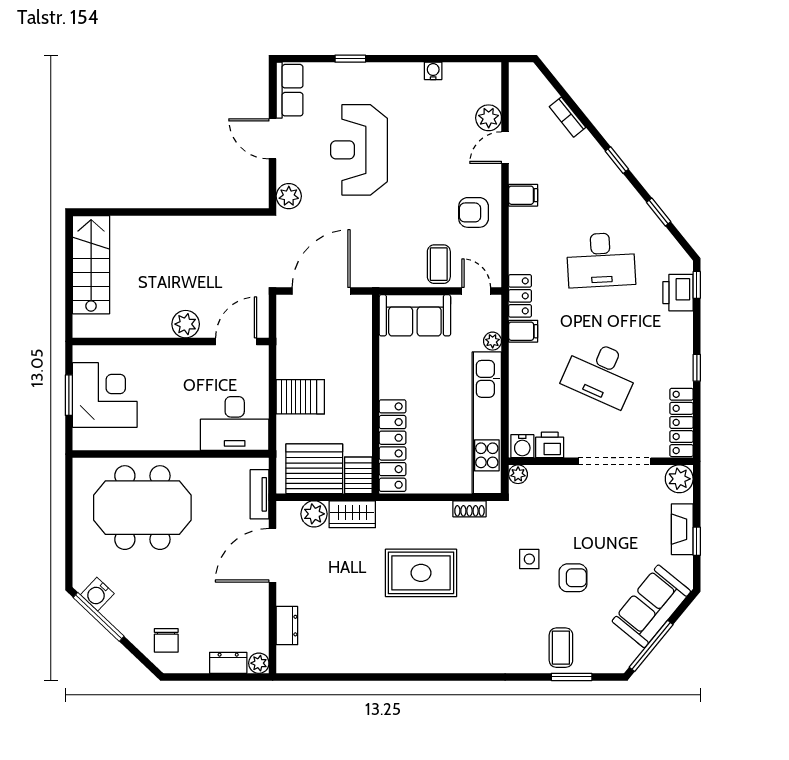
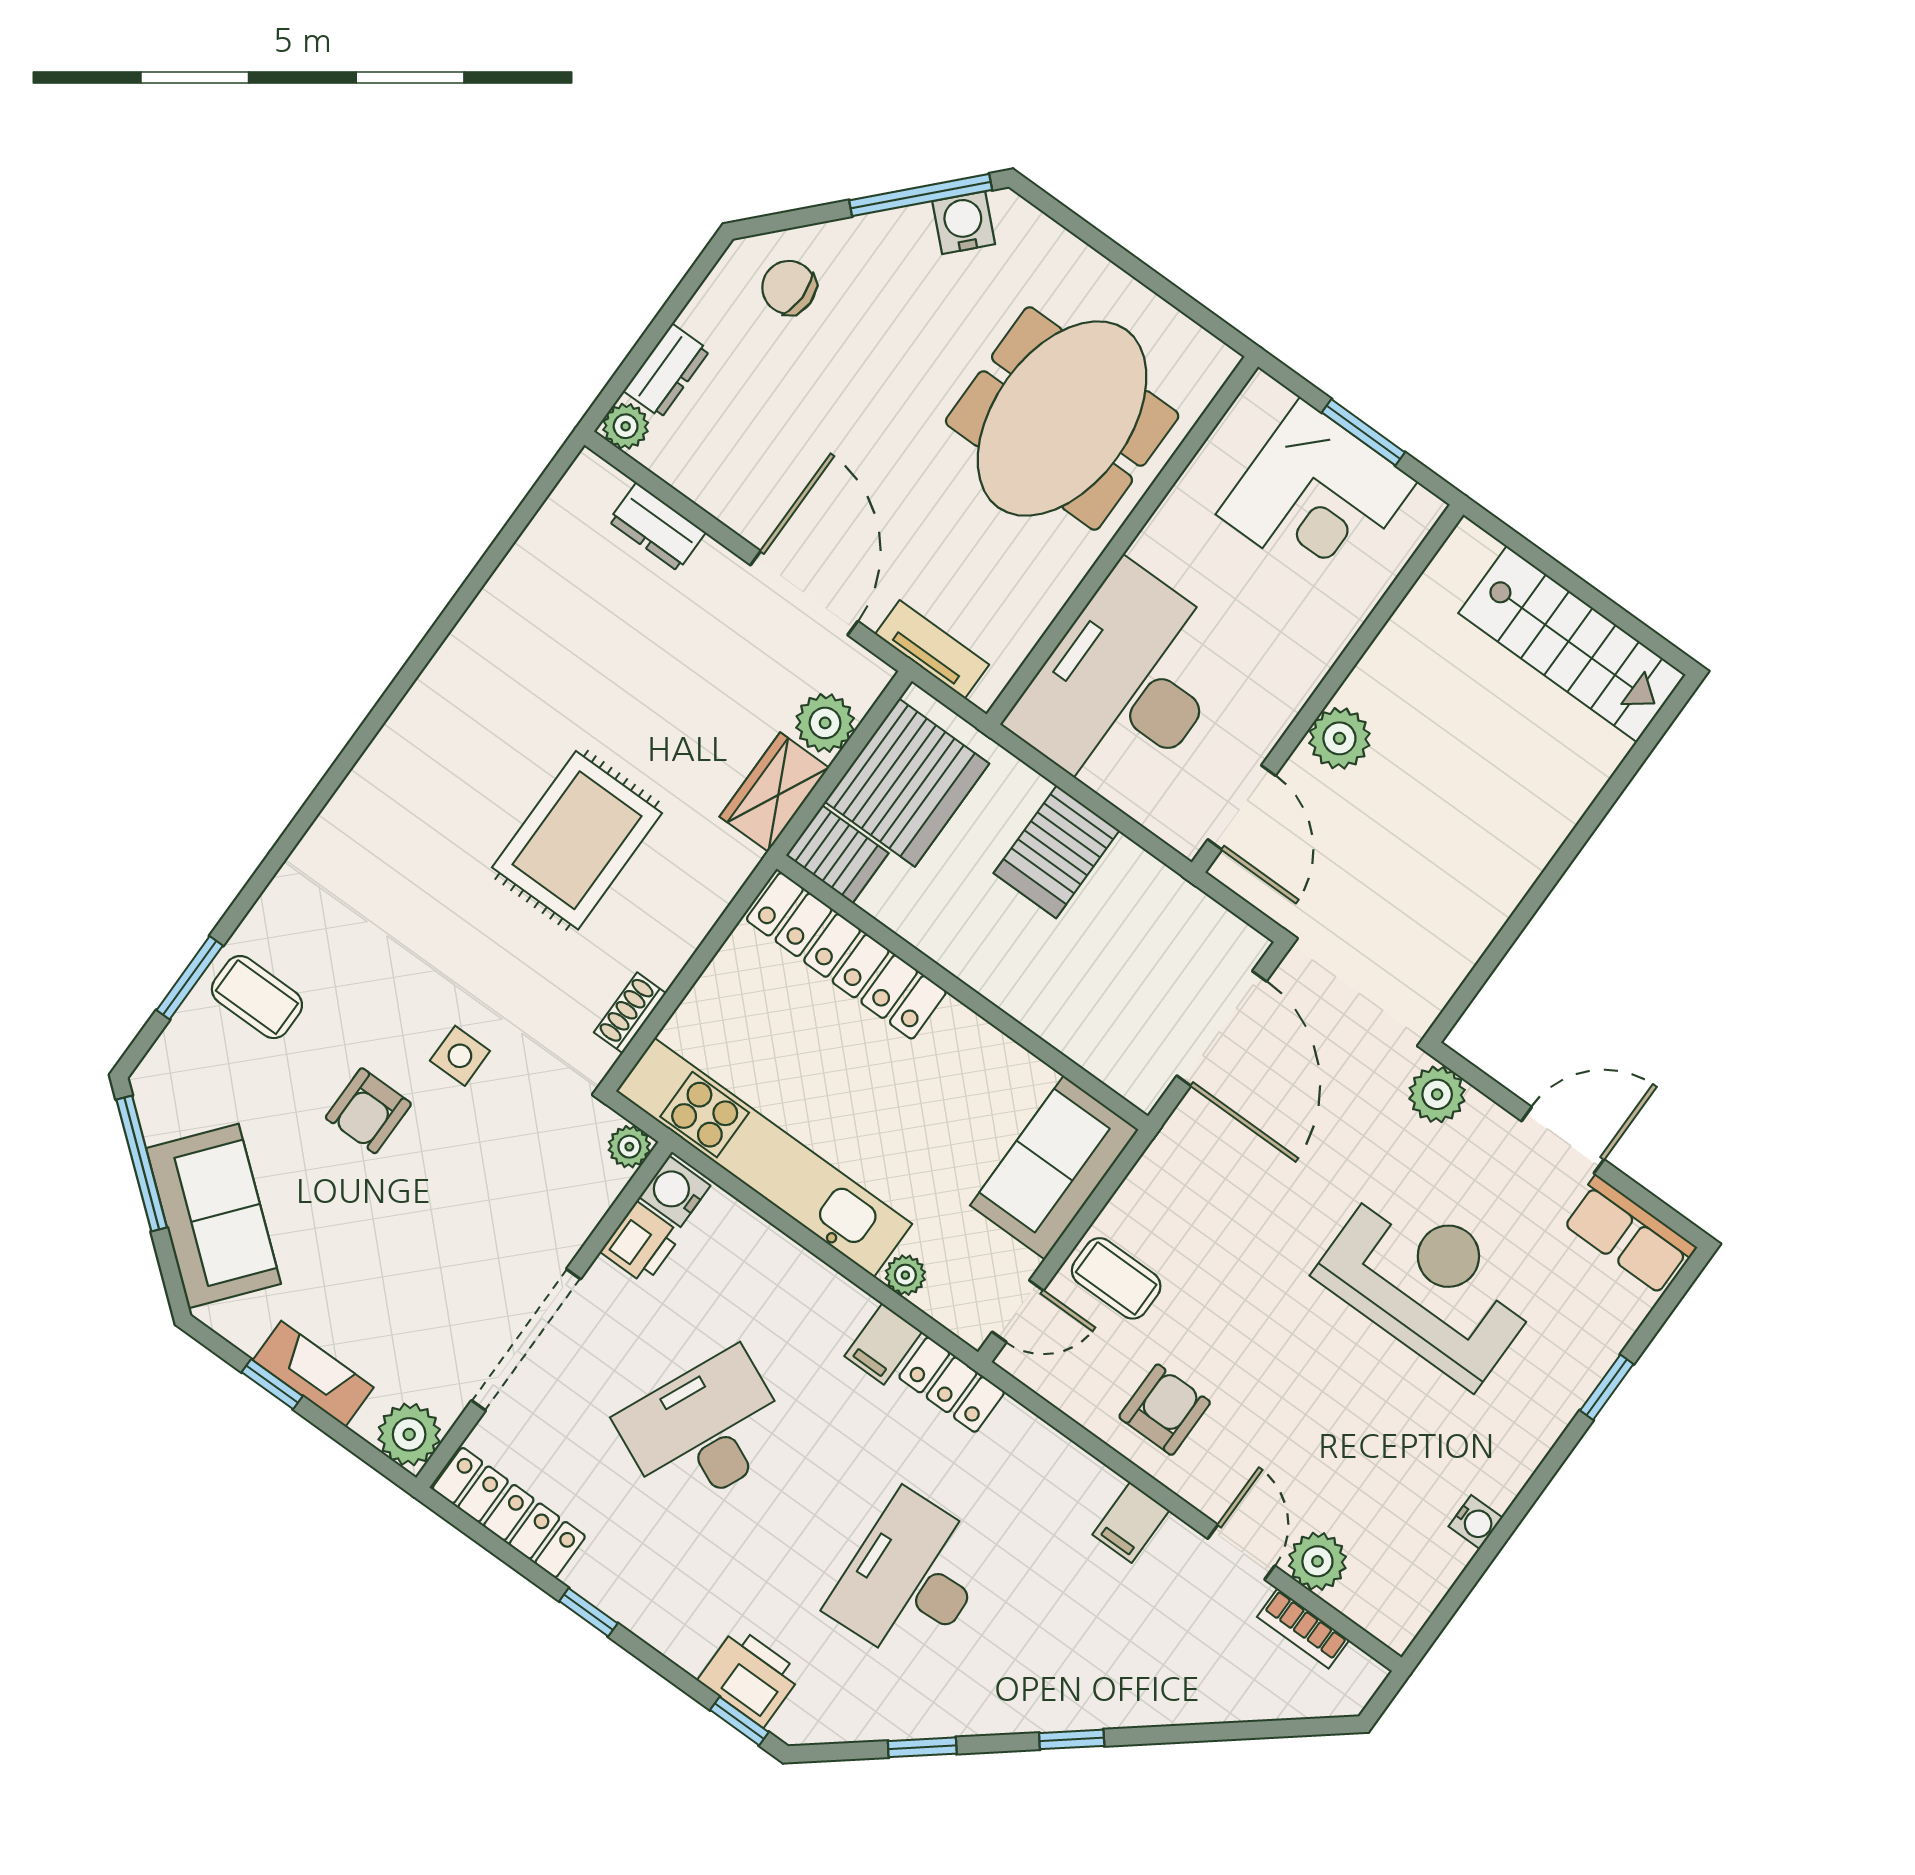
bookcase: (567, 117) -> (1303, 1628), moved, turned -141
desk: (235, 424) -> (1125, 685), width x1.36, depth x1.30

